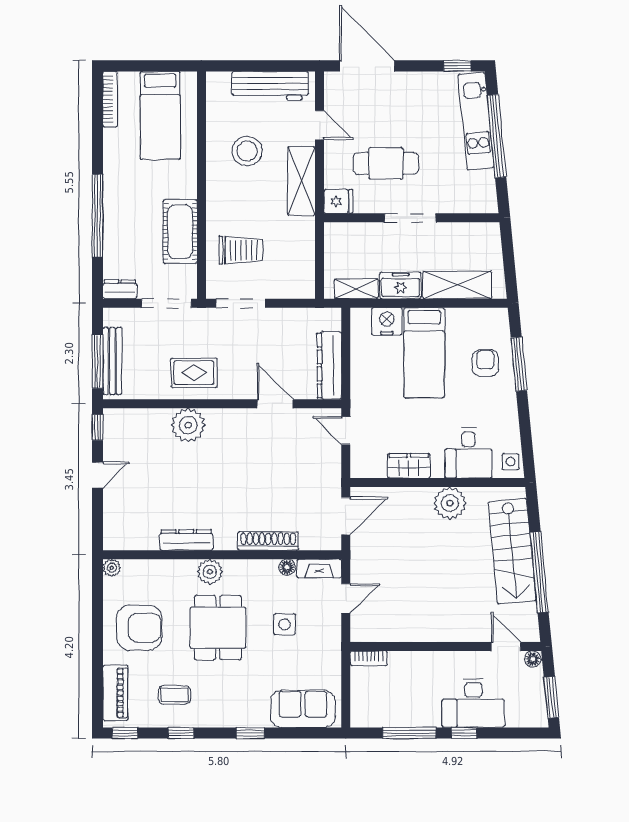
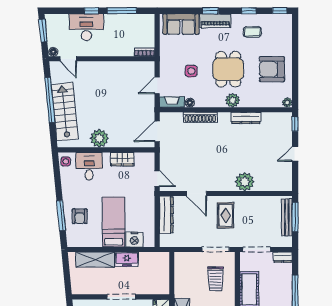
trolley: (241, 250) -> (216, 279), turned -90
shelving: (356, 289) -> (151, 257), removed
rug: (194, 373) -> (226, 215), moved, turned 90
window: (98, 427) -> (295, 124), moved
piano: (115, 693) -> (215, 21), moved, turned -90

